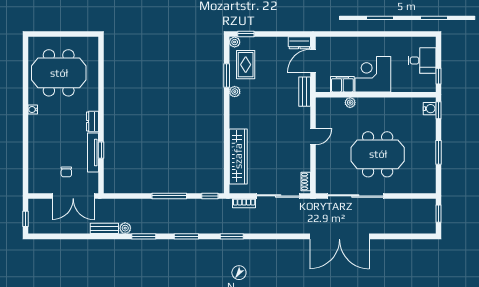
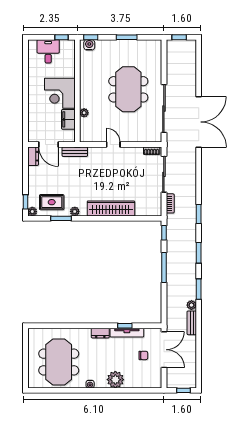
plant: (38, 139) -> (115, 380), added
wardrobe: (238, 156) -> (111, 208), moved

